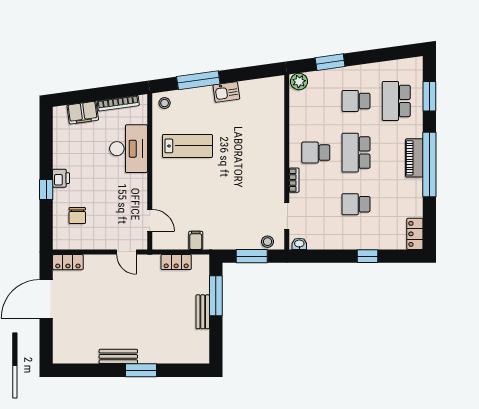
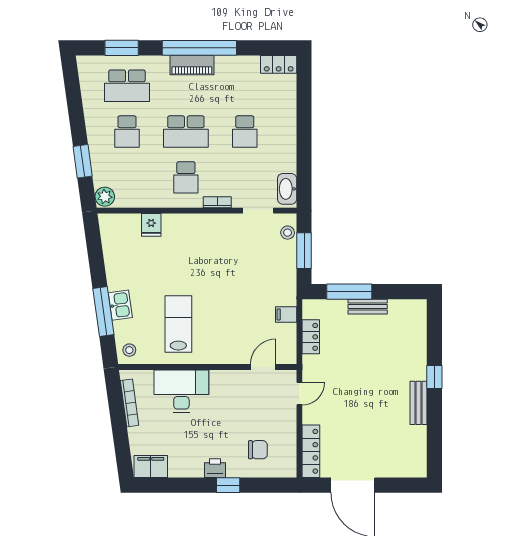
kitchen sink: (226, 92) -> (120, 305), moved
filing cabinet: (83, 113) -> (151, 467), moved, turned -82
fridge: (274, 122) -> (151, 225), added
washbasin: (299, 244) -> (287, 189), width x1.91, depth x1.45
window: (368, 256) -> (304, 118), removed
locker: (68, 262) -> (311, 451), width x1.53
window: (141, 370) -> (434, 377), width x0.67

